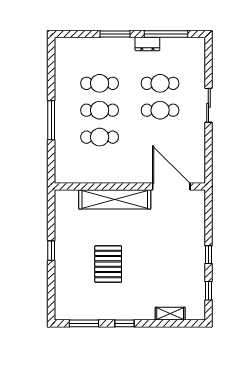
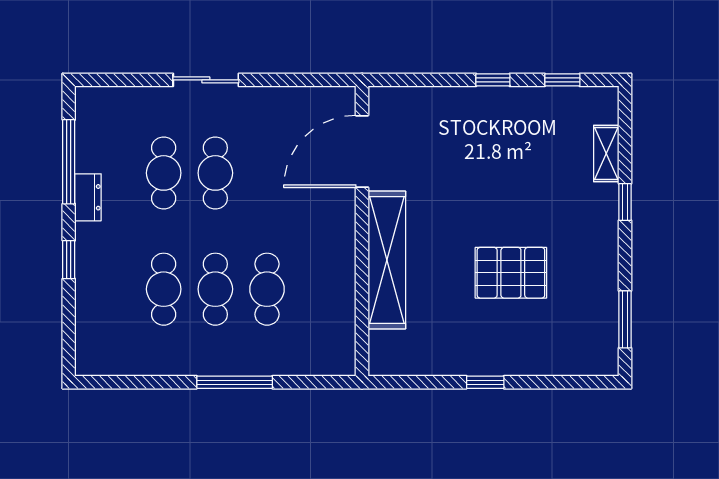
window: (115, 34) -> (69, 260), width x0.67
window: (124, 323) -> (625, 202), moved

